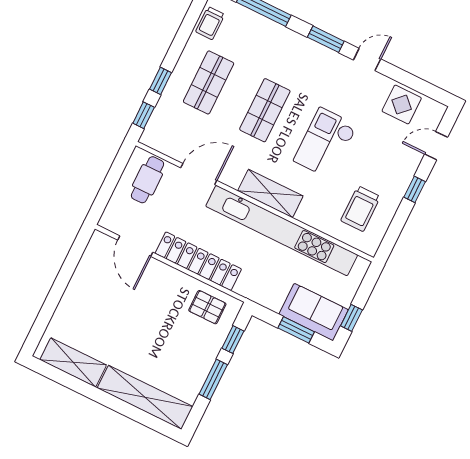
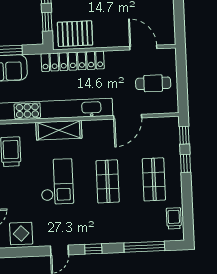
window: (326, 39) -> (93, 249), width x0.67
cafe table: (147, 180) -> (153, 83), moved, turned 90
shelving: (270, 193) -> (59, 130), moved
locker: (198, 261) -> (73, 61), moved
pallet: (207, 307) -> (75, 34), width x1.50, depth x1.42

